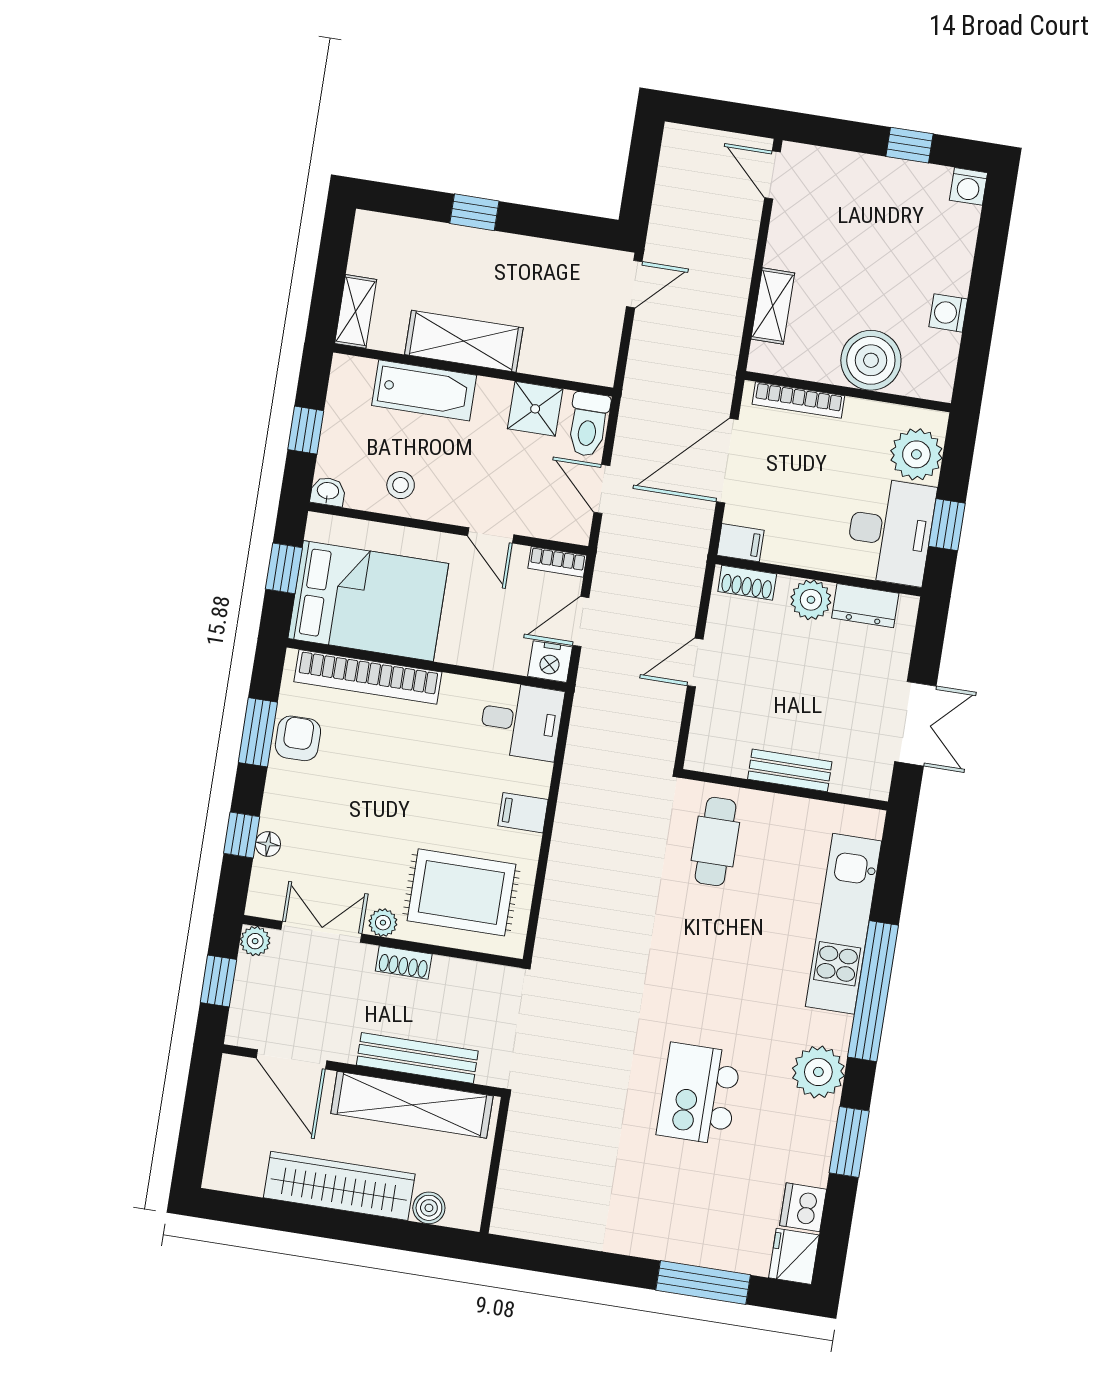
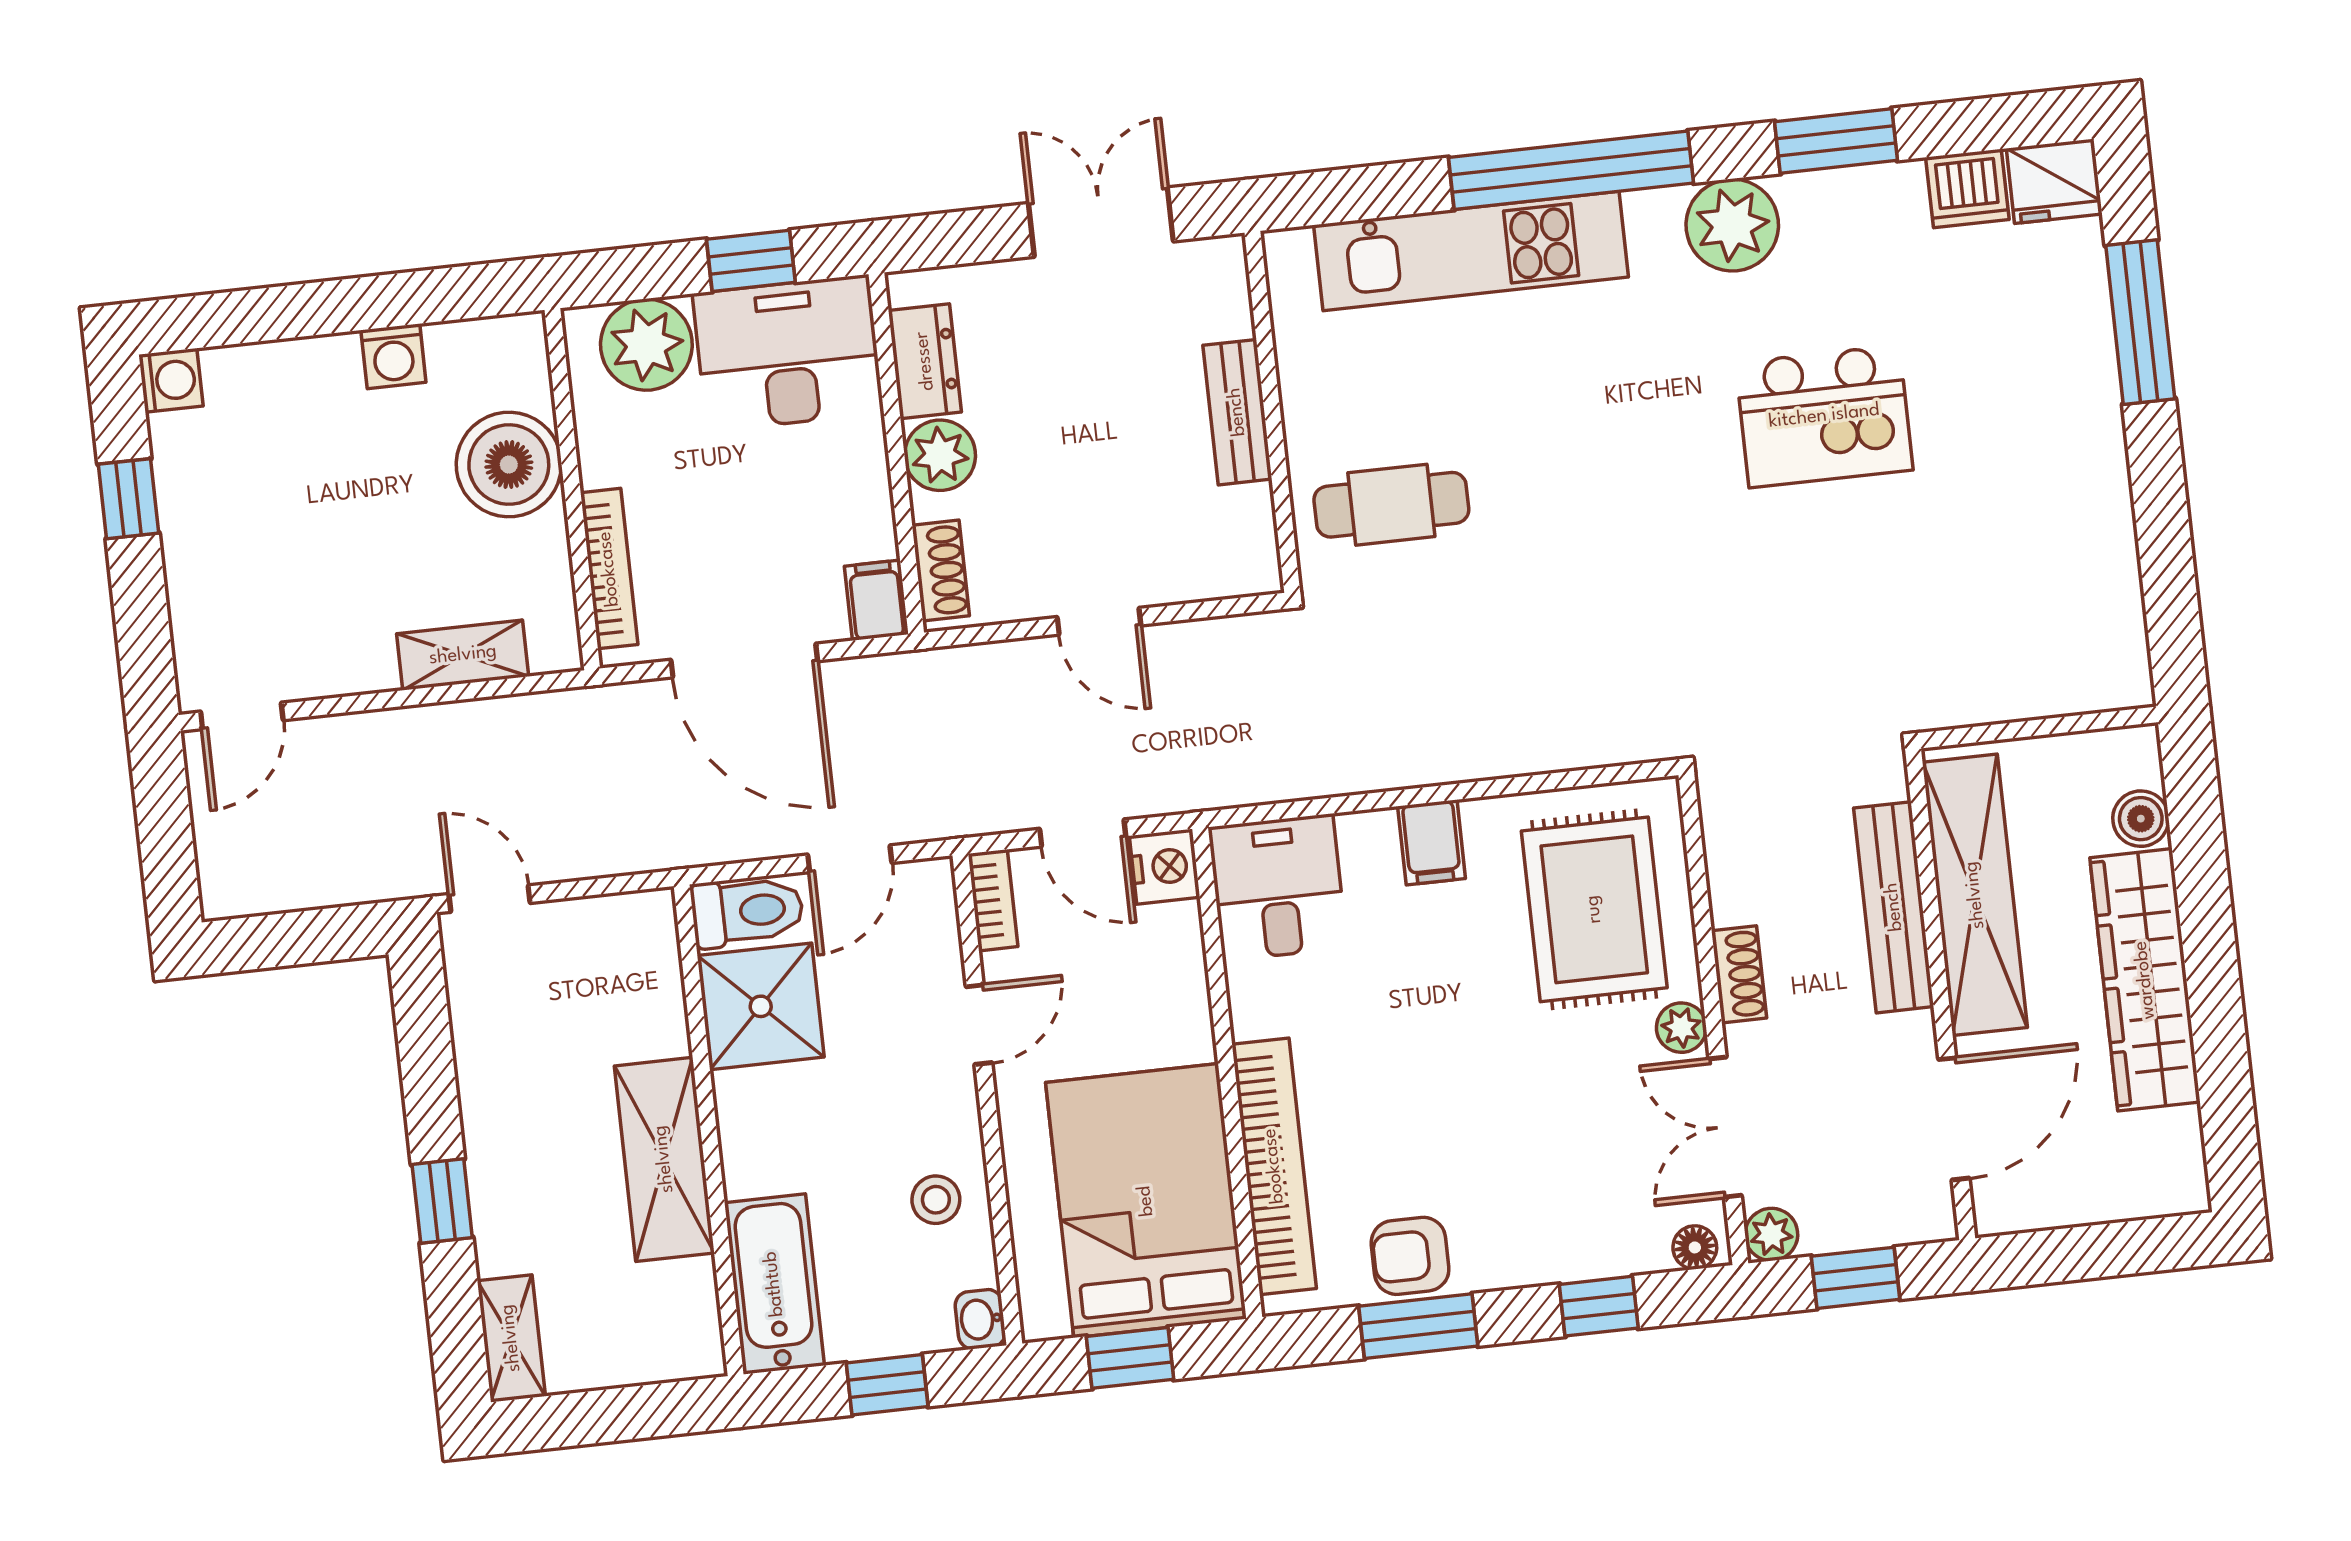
shelving: (356, 311) -> (511, 1338), moved, turned 90
bathtub: (424, 390) -> (774, 1284), moved
shower: (535, 409) -> (761, 1006), width x1.36, depth x1.36
floor lamp: (268, 844) -> (1695, 1247), moved

